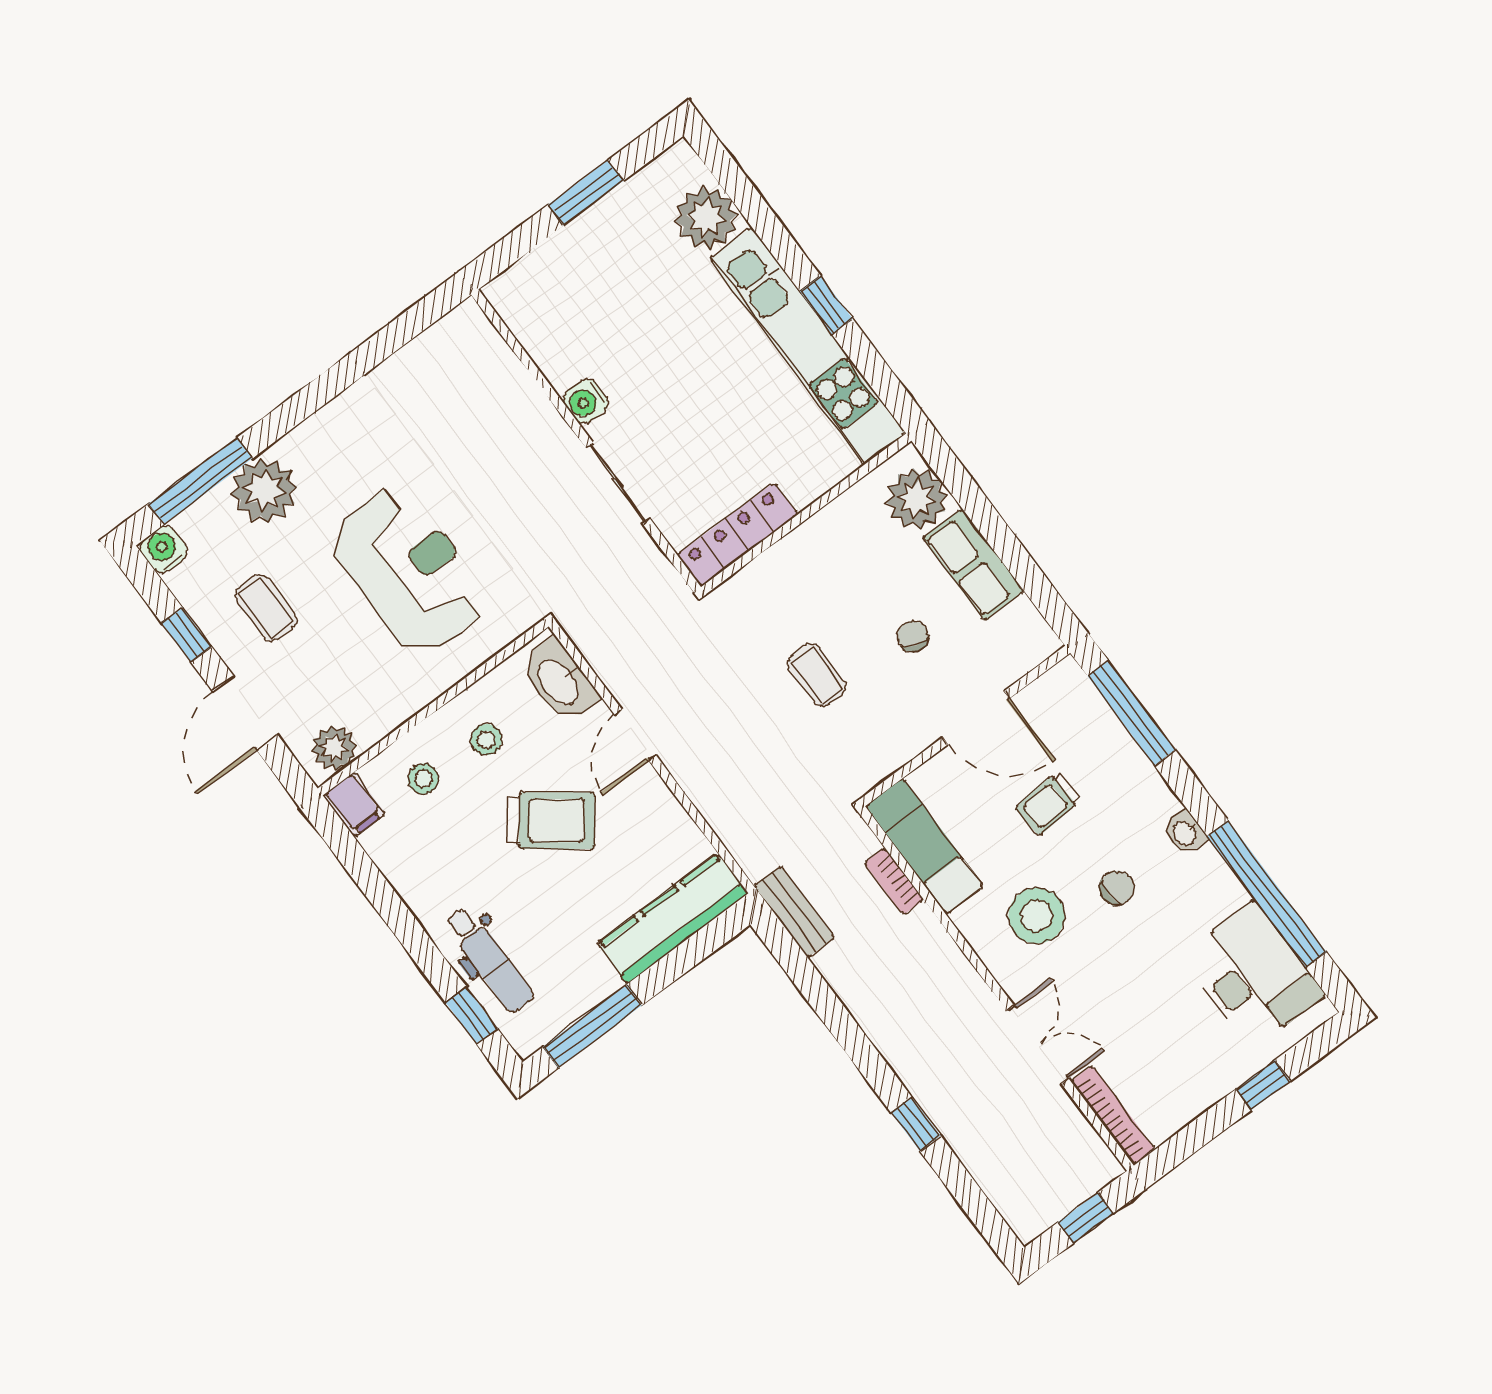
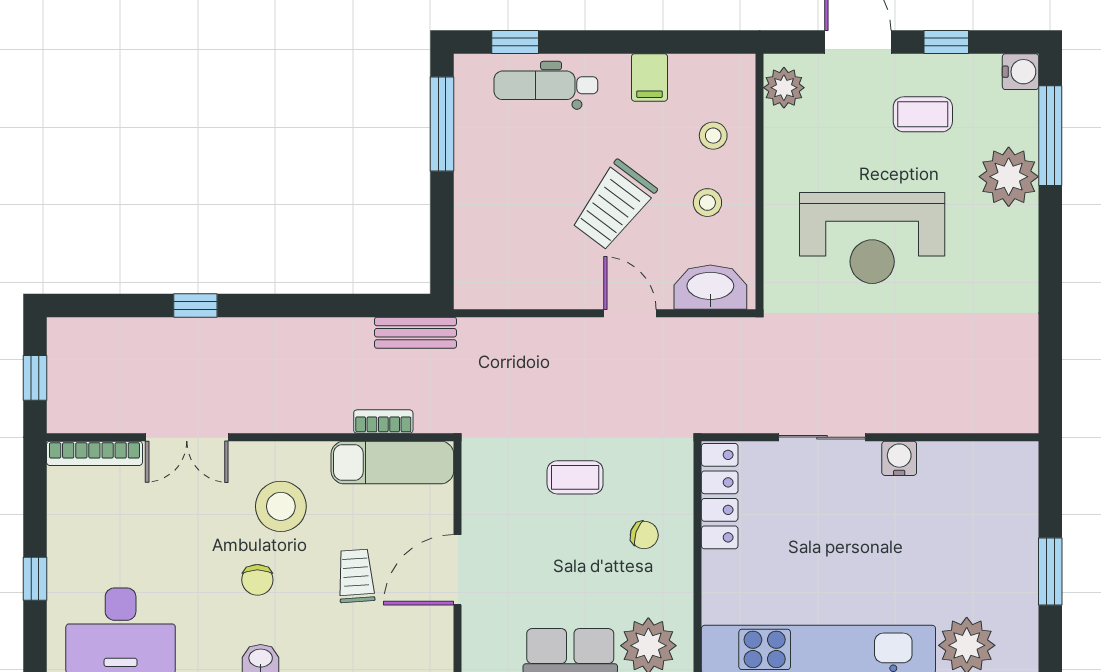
chair: (913, 636) -> (644, 535), moved
filing cabinet: (354, 805) -> (649, 77), moved, turned -90
kitchen counter: (673, 919) -> (476, 241), removed

